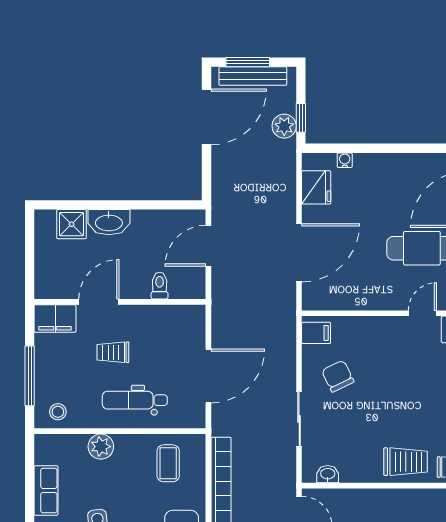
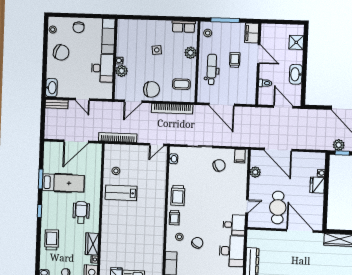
fridge: (316, 187) -> (317, 185), moved, turned 90
washbasin: (109, 222) -> (296, 74), moved
plant: (349, 299) -> (255, 172), added
door: (422, 313) -> (247, 206), hinge flipped
row of seats: (46, 491) -> (184, 27), moved

